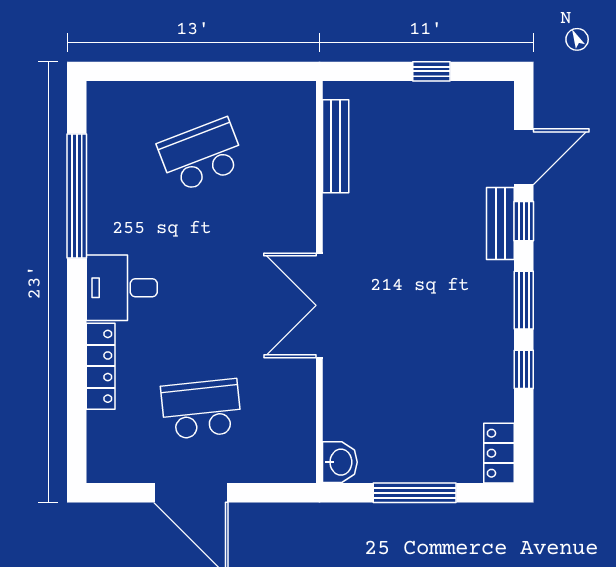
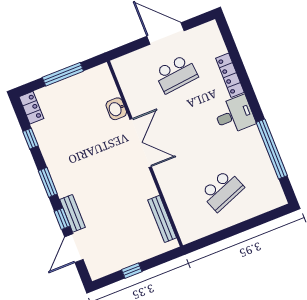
window: (524, 369) -> (31, 139), moved
washbasin: (340, 462) -> (116, 109), moved

